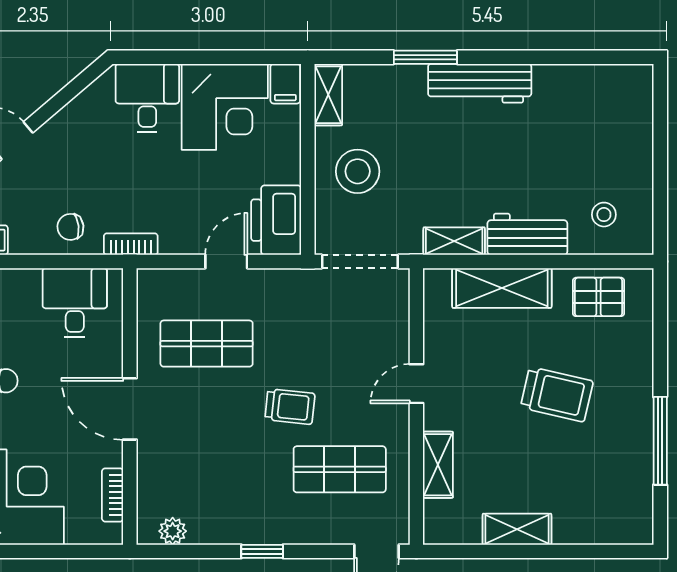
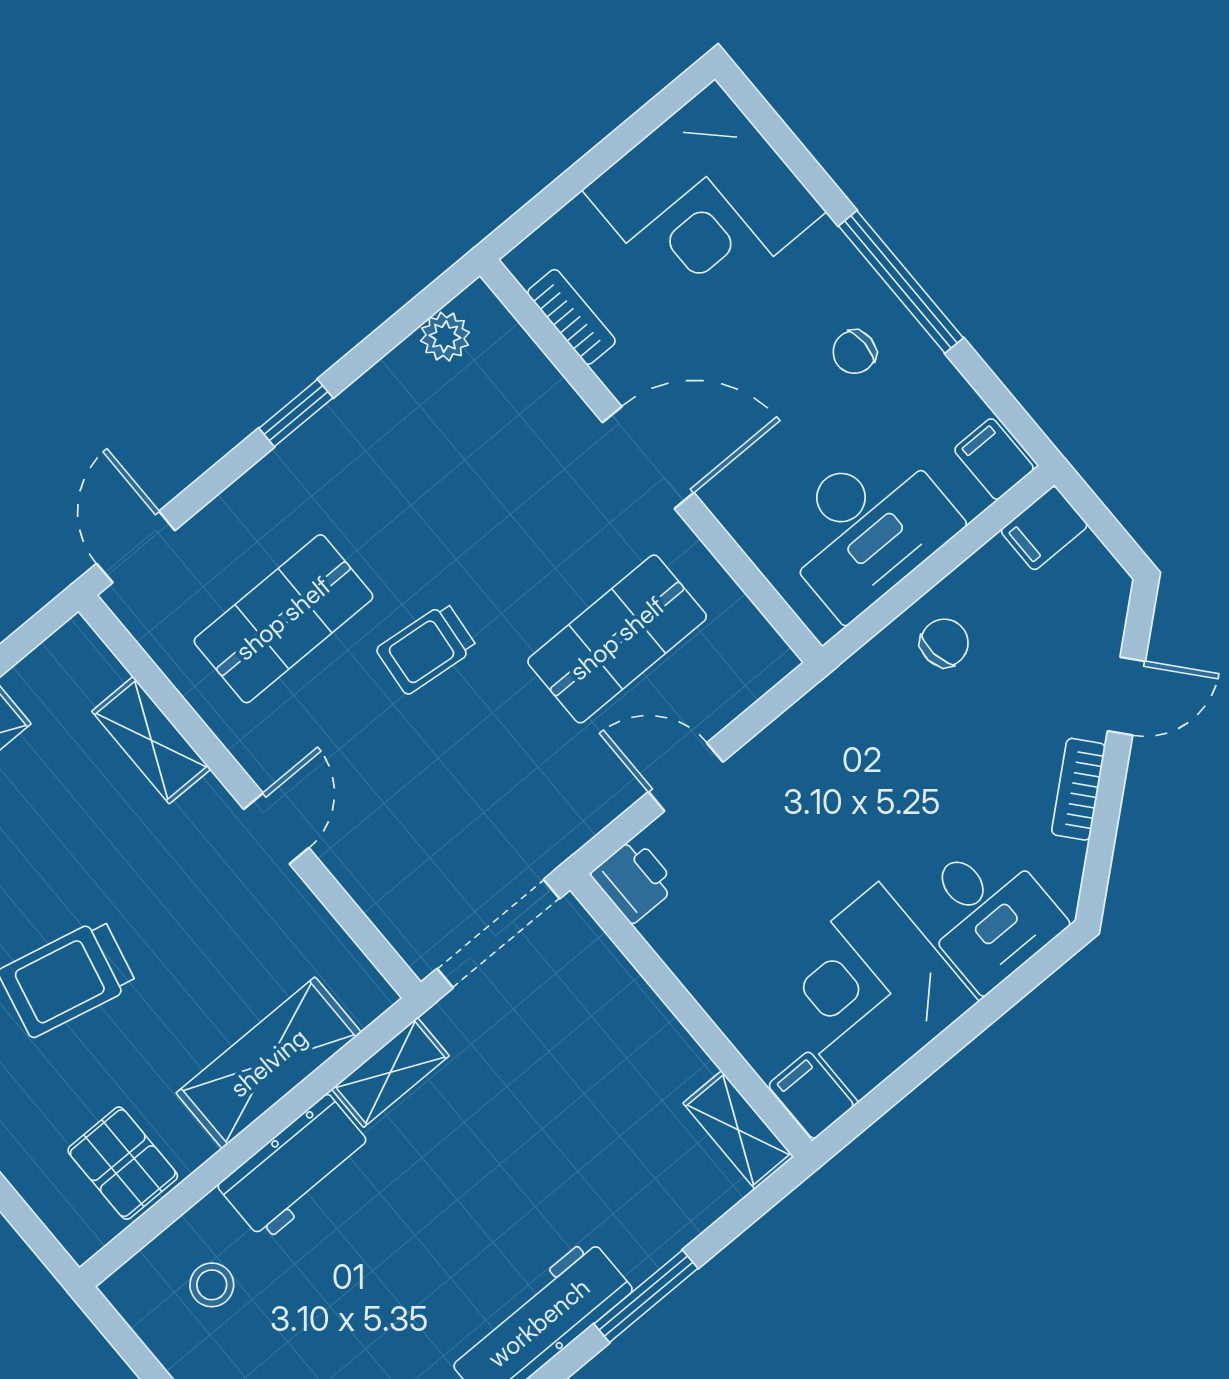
stool: (358, 171) -> (607, 1057), removed
printer: (276, 220) -> (634, 880), width x0.53, depth x0.68
bookcase: (131, 244) -> (1078, 789), moved, turned 140
door: (226, 261) -> (686, 777), swing flipped
pallet: (599, 297) -> (123, 1163), turned 90
desk: (75, 303) -> (866, 528), width x1.37

